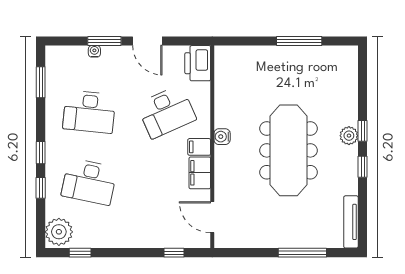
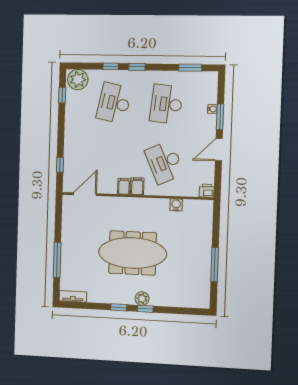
printer: (198, 63) -> (207, 191), width x0.53, depth x0.68
water cooler: (222, 137) -> (176, 205), moved
filing cabinet: (200, 173) -> (124, 186), width x0.50
tv unit: (351, 222) -> (73, 296), width x0.71

